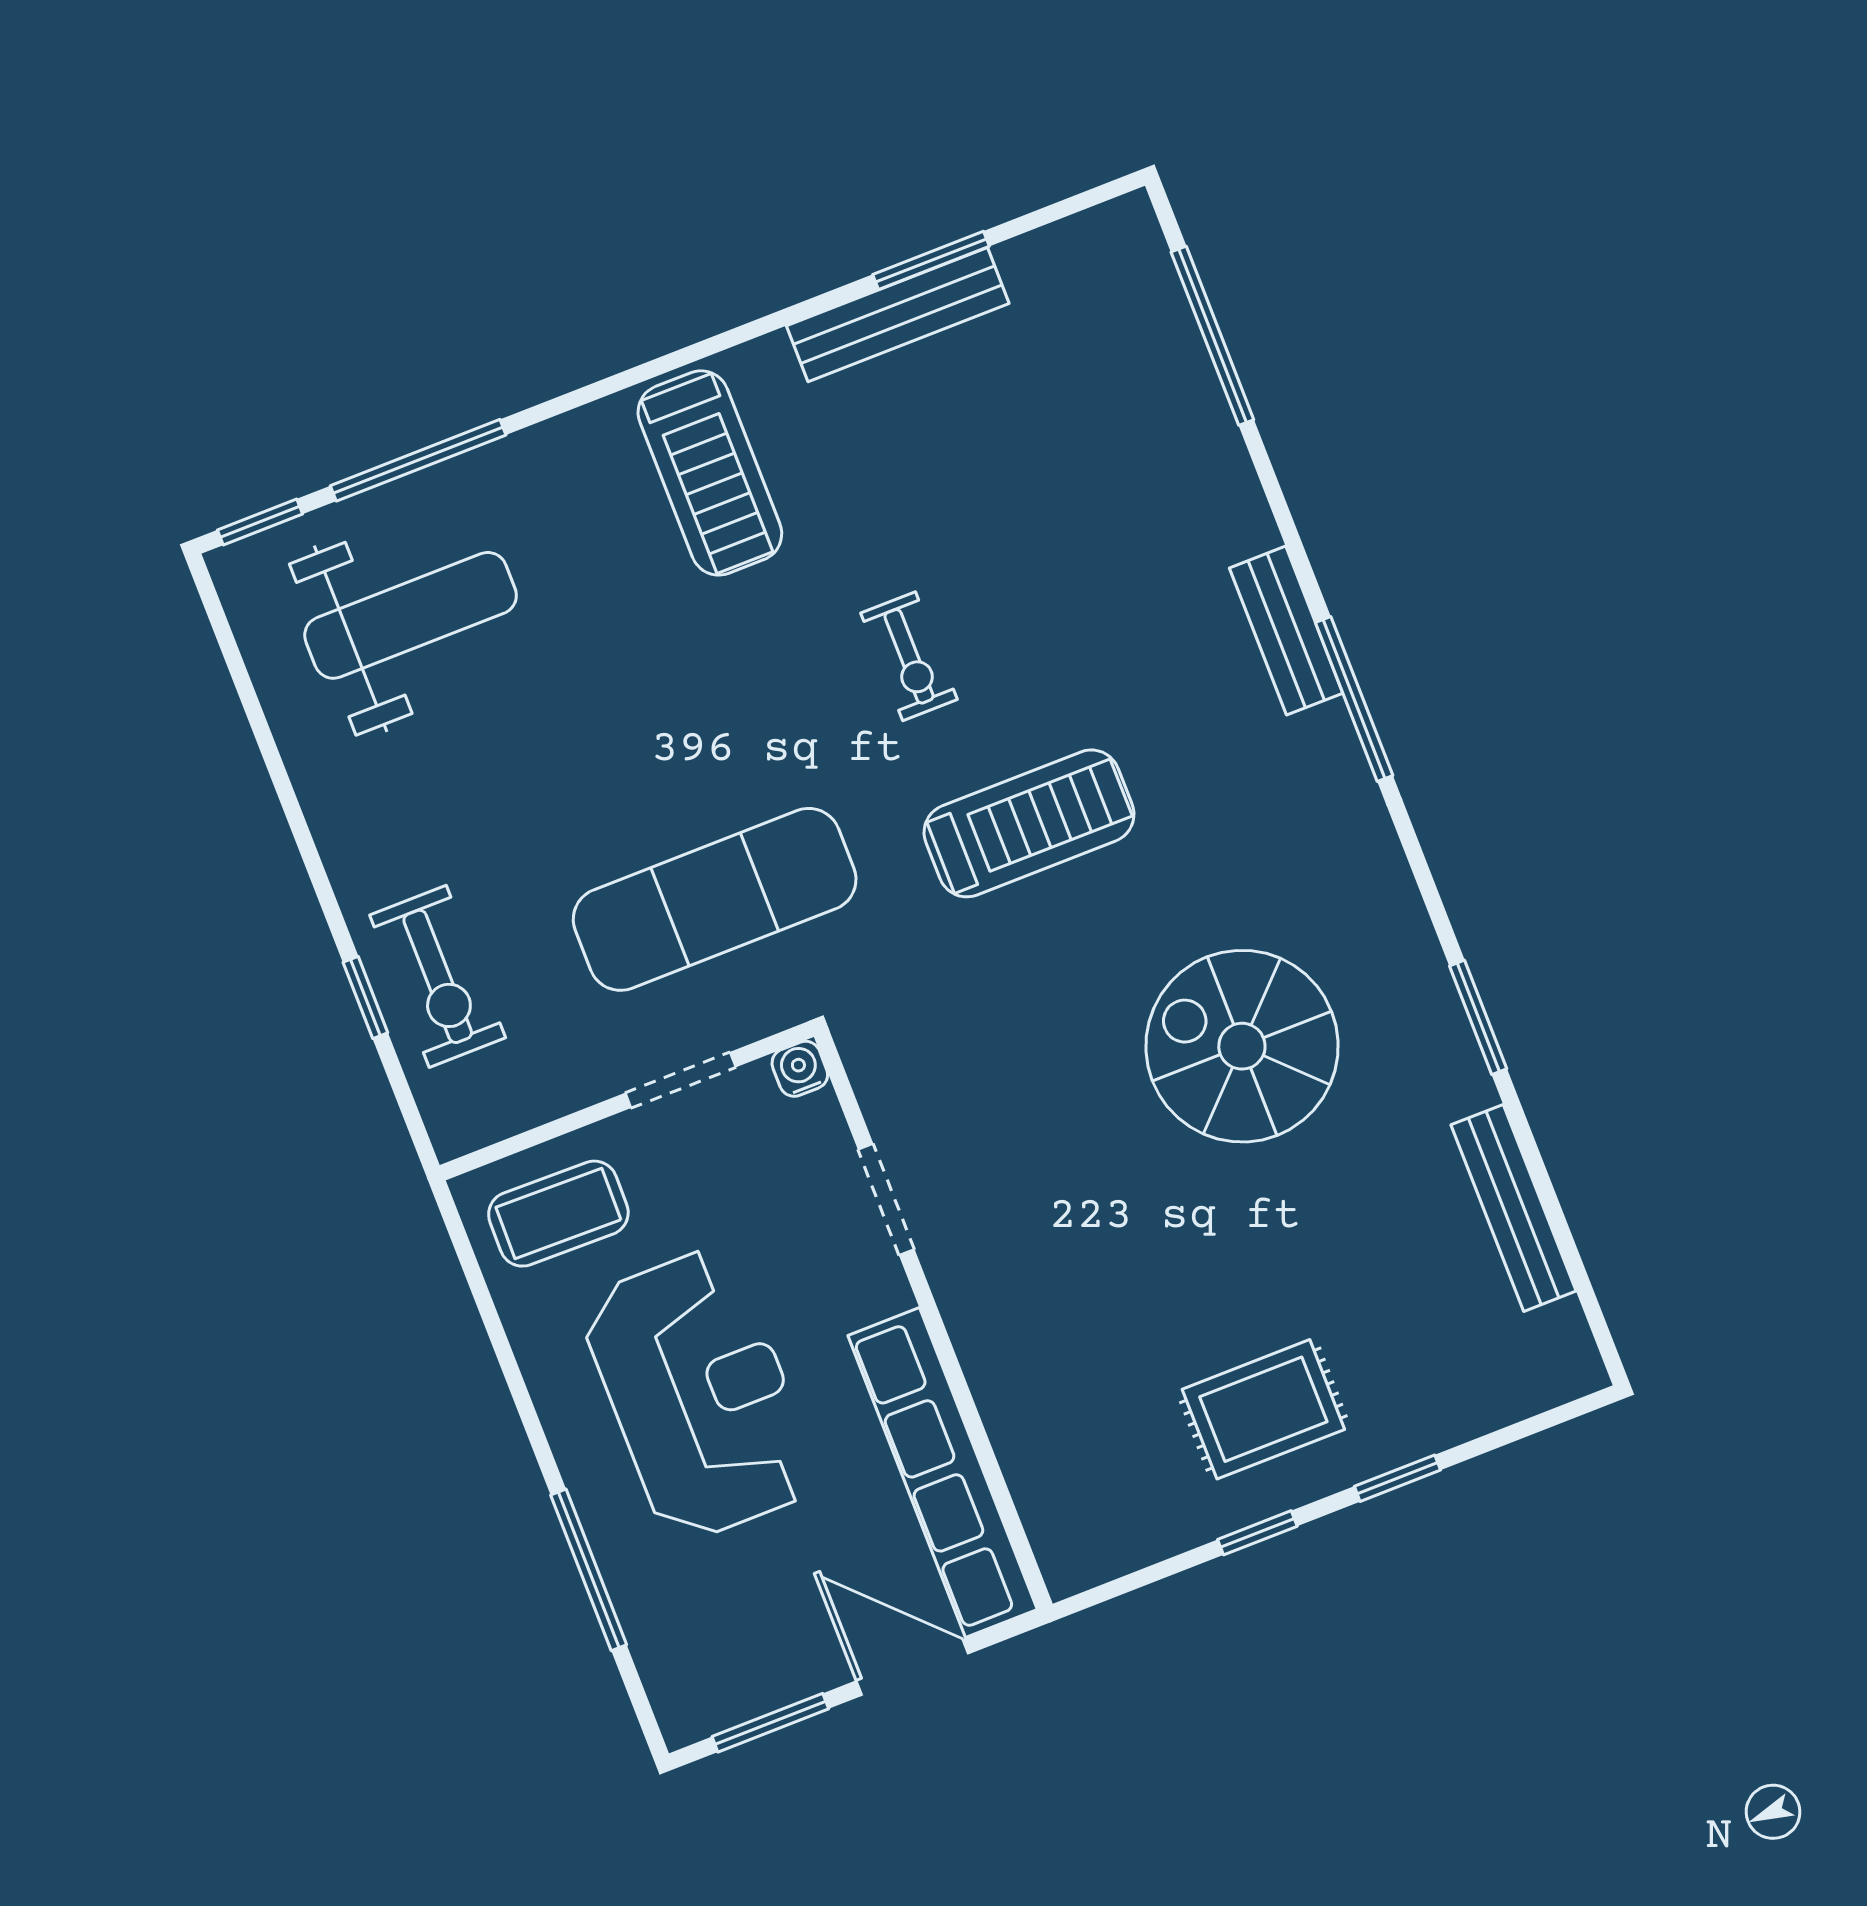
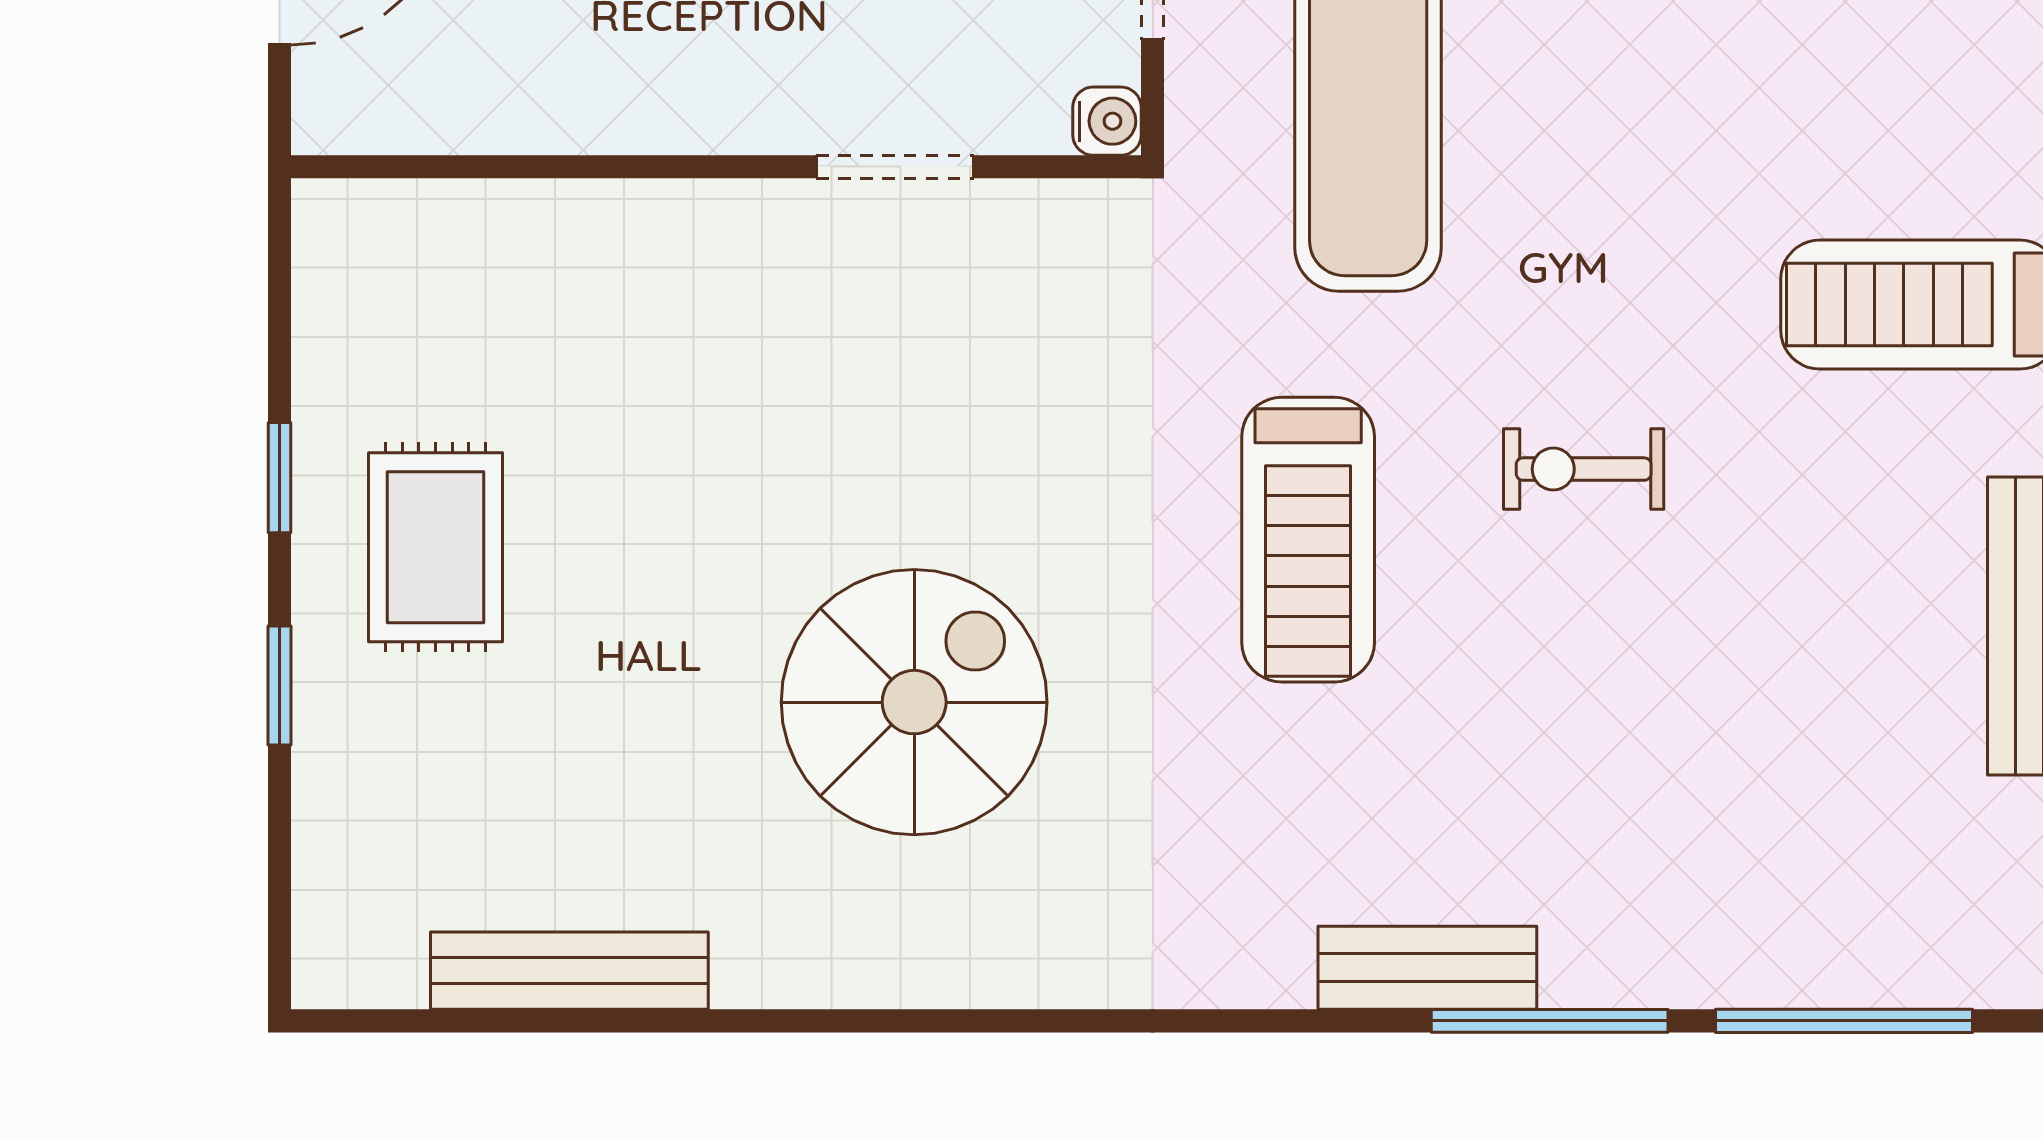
window: (1354, 699) -> (1550, 1021), moved
window: (1478, 1017) -> (833, 1021), removed
row of seats: (943, 1473) -> (515, 102), removed

